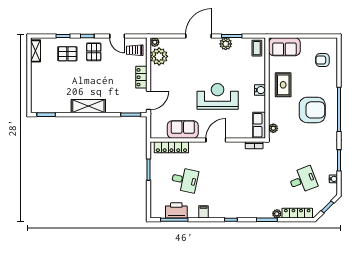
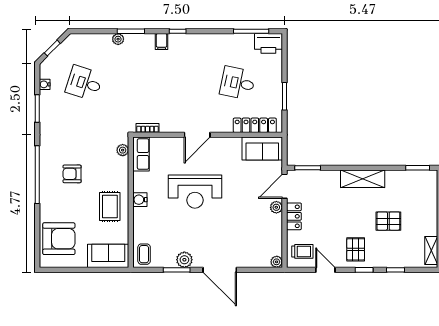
door: (198, 36) -> (220, 270), hinge flipped
pallet: (67, 54) -> (388, 221), moved
plant: (159, 56) -> (276, 207), moved, width x0.53, depth x0.53
armchair: (322, 60) -> (59, 239), width x1.88, depth x1.88
armchair: (312, 110) -> (72, 174), width x0.53, depth x0.53
sofa: (183, 129) -> (262, 149), moved
desk: (303, 180) -> (84, 83), turned 39
printer: (176, 210) -> (268, 43), moved
filing cabinet: (204, 212) -> (162, 42), moved
locker: (297, 213) -> (92, 40), removed

